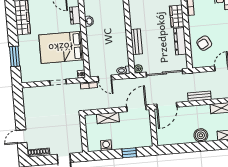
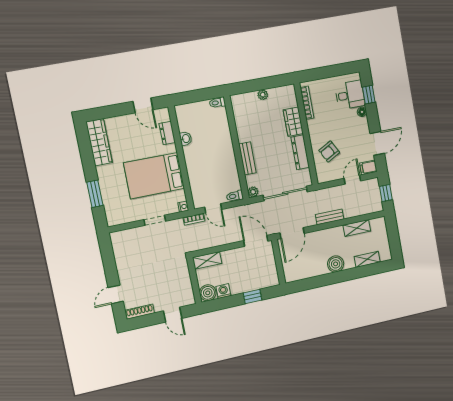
door: (136, 108) -> (256, 241), hinge flipped
shelving: (108, 118) -> (207, 260), moved
boiler: (93, 145) -> (208, 293), added

